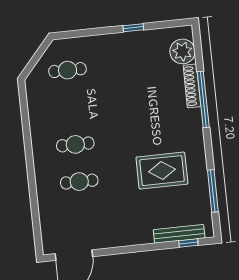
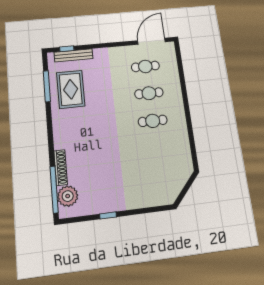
cafe table: (68, 70) -> (145, 66), moved
window: (203, 99) -> (54, 189), moved
rug: (162, 171) -> (71, 89), moved, turned 90

